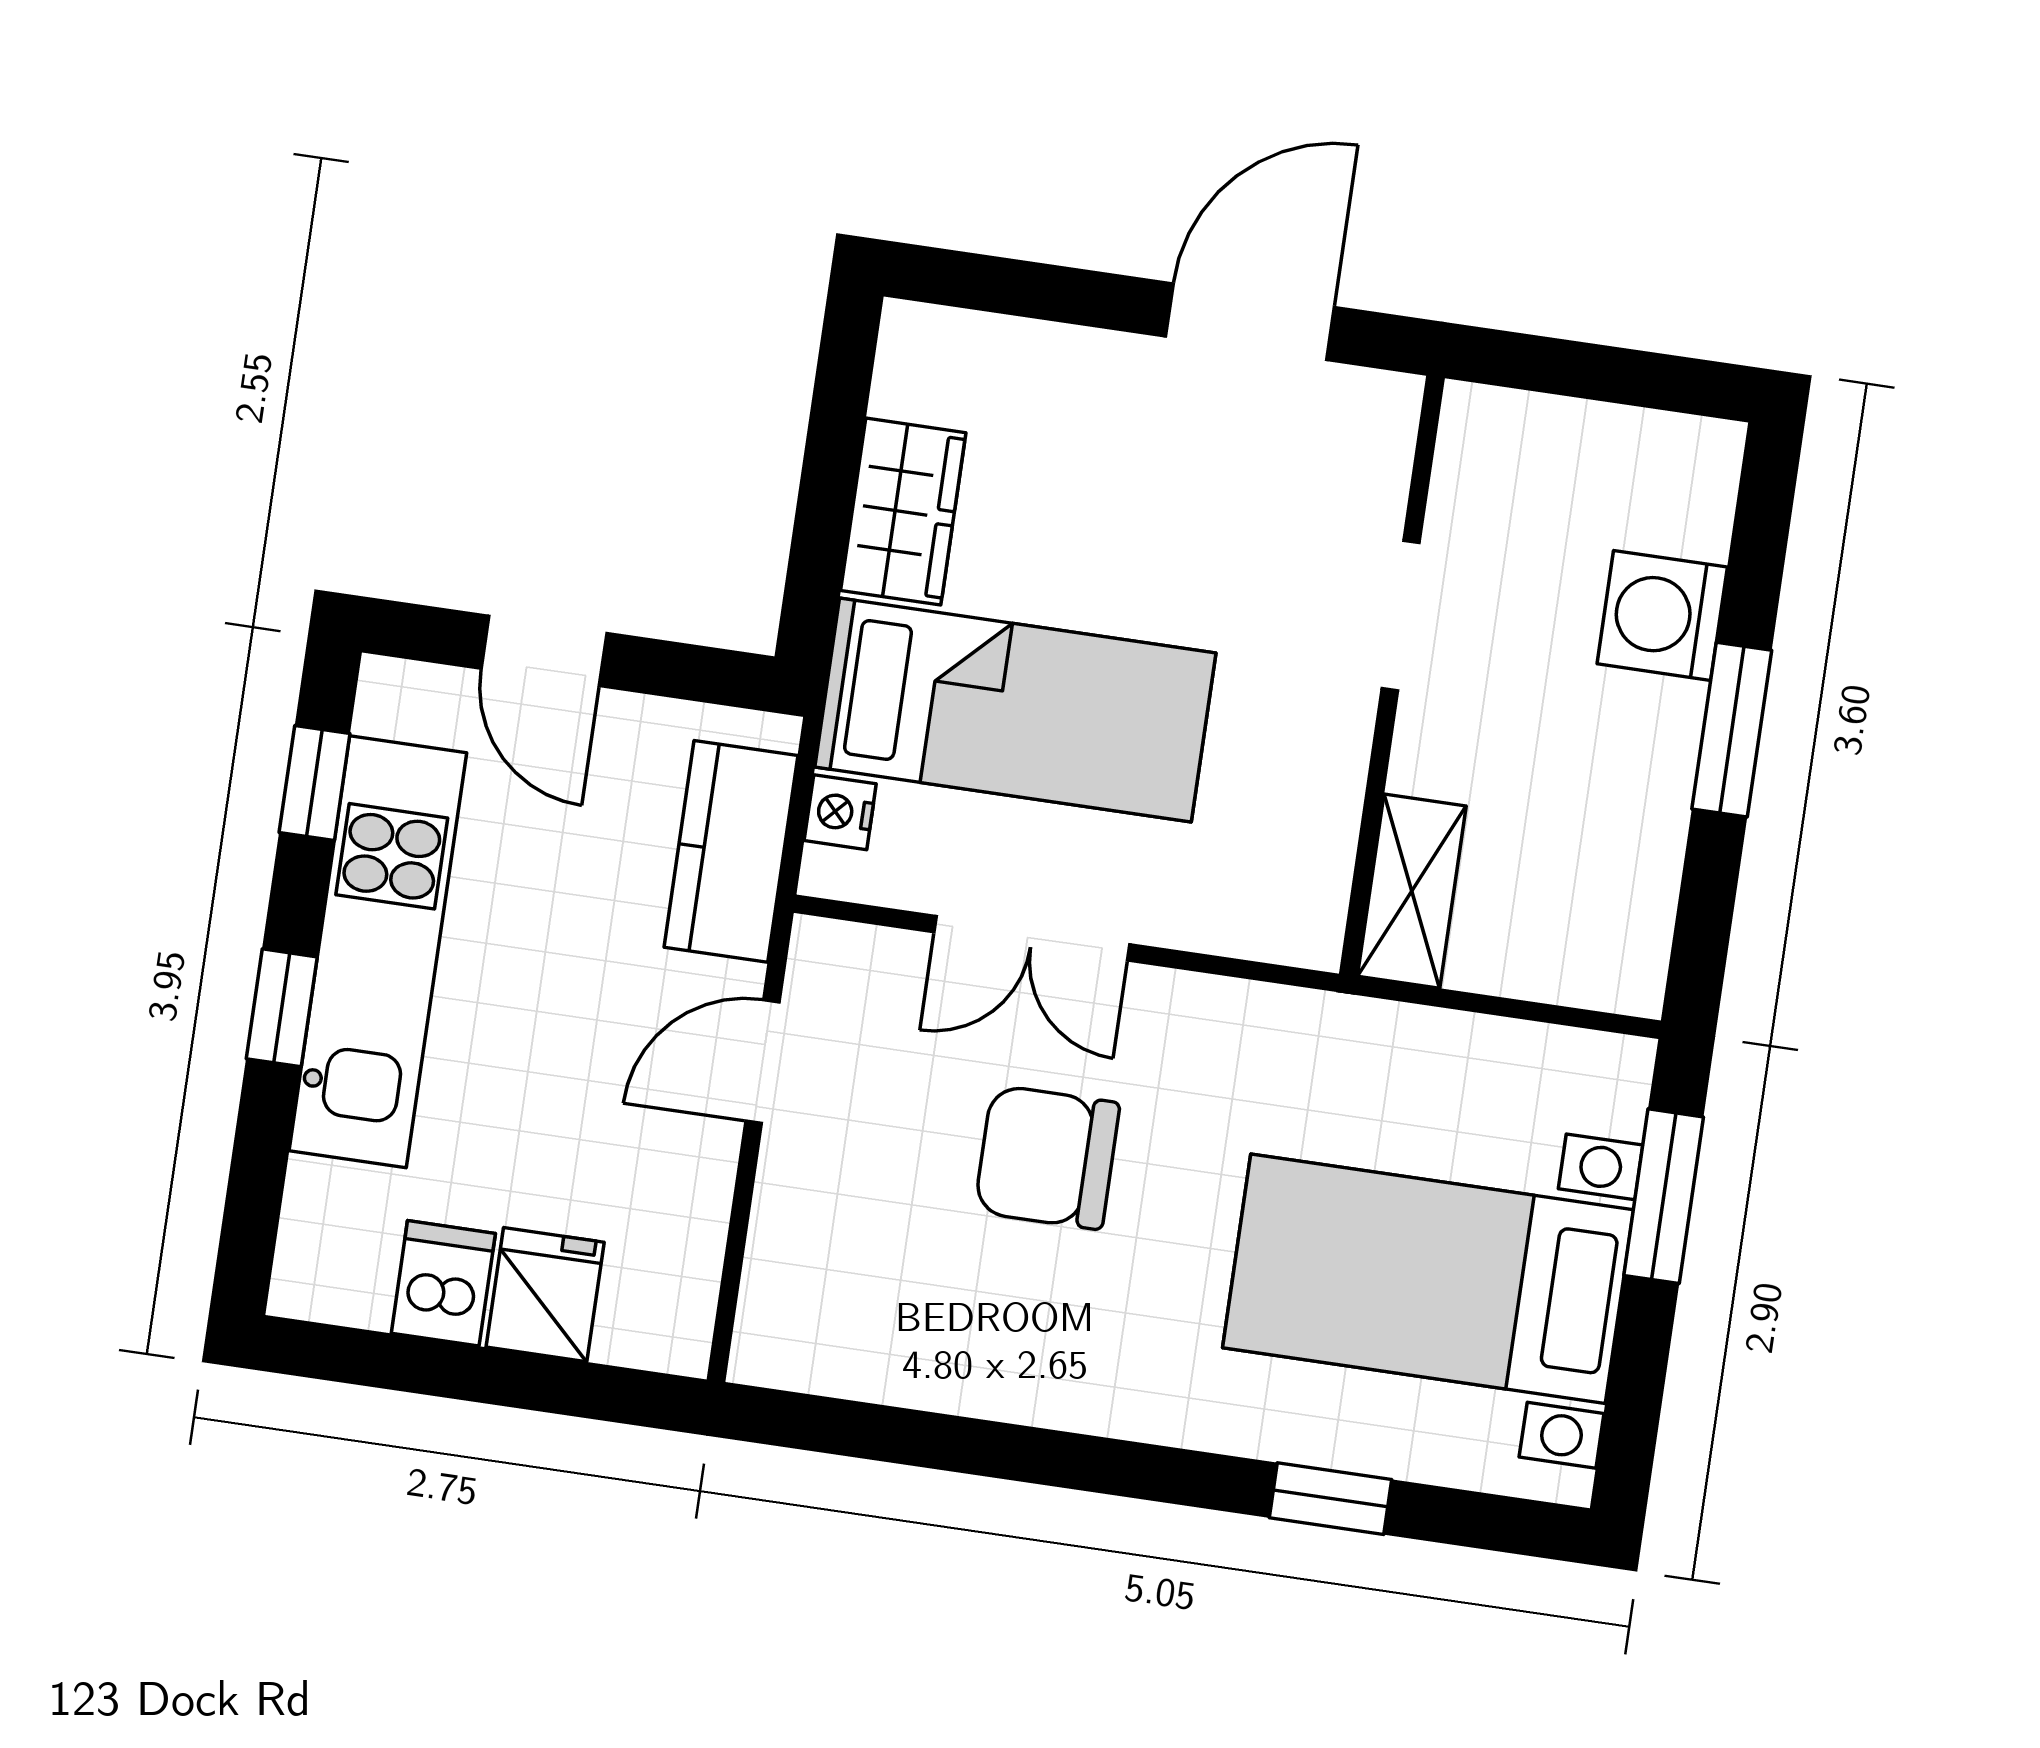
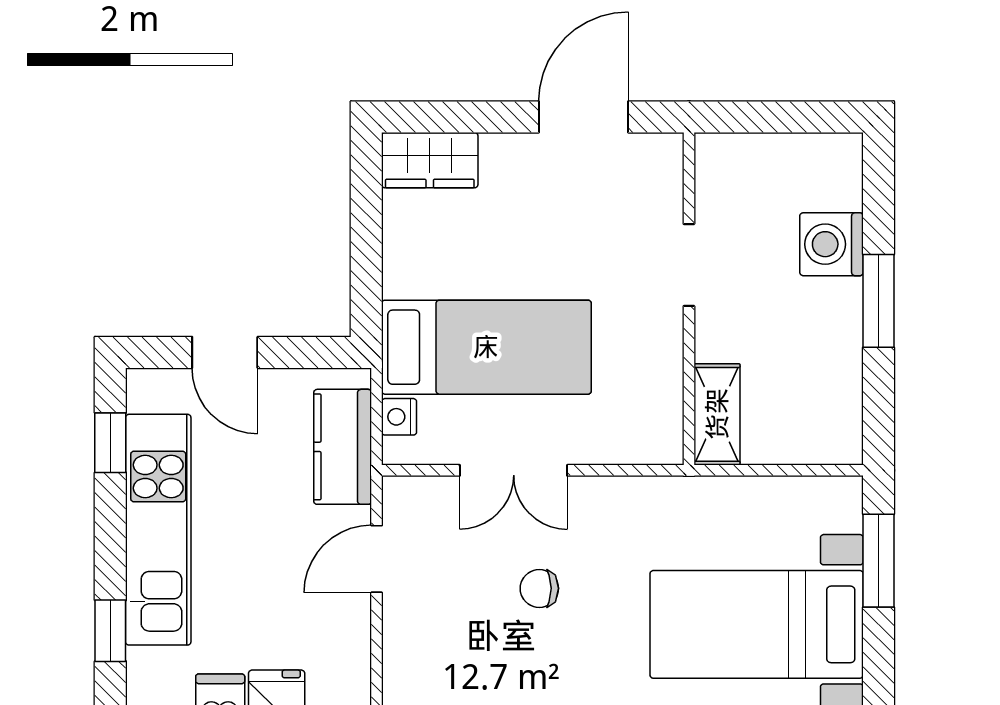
wardrobe: (903, 512) -> (430, 160), moved, turned 90
window: (282, 1008) -> (110, 631), moved
chair: (1047, 1157) -> (539, 588), width x0.54, depth x0.54

